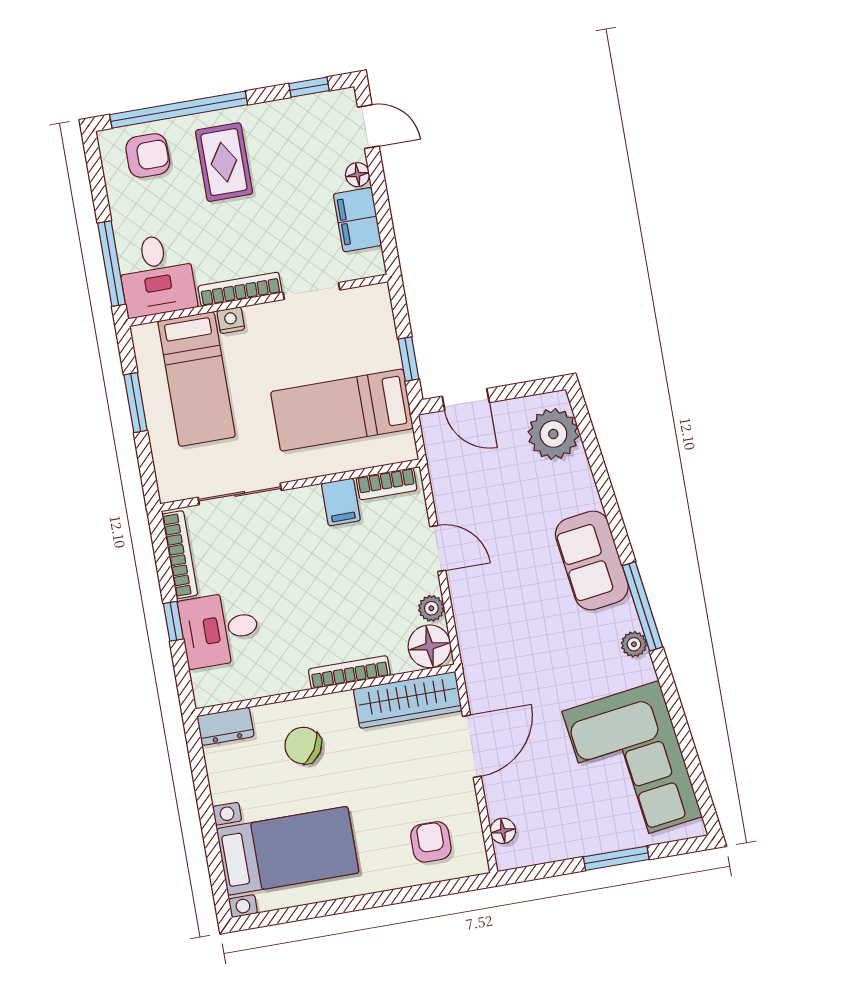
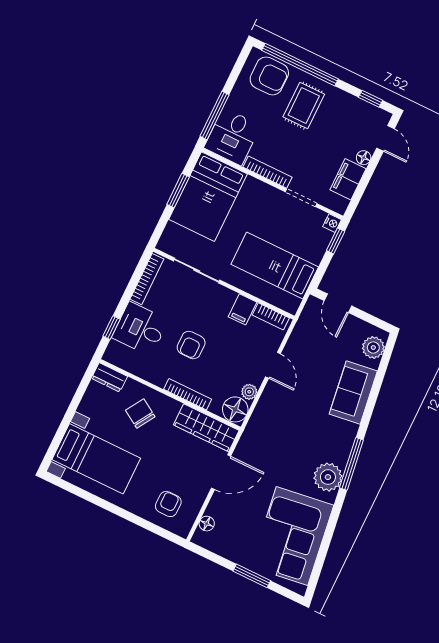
armchair: (148, 155) -> (269, 76), width x1.38, depth x1.38
nightstand: (231, 320) -> (332, 223), moved, turned 90
window: (408, 359) -> (336, 241), moved
bed: (197, 379) -> (208, 197), width x1.50
plant: (553, 434) -> (373, 348), width x0.73, depth x0.73
sofa: (592, 560) -> (353, 393), moved
armchair: (306, 601) -> (191, 345), added
window: (173, 621) -> (112, 328), moved
plant: (634, 644) -> (328, 477), width x1.88, depth x1.88

